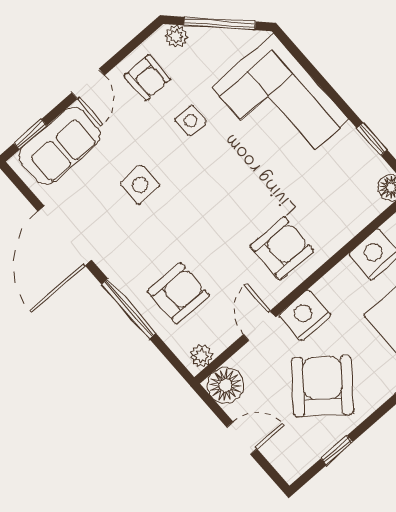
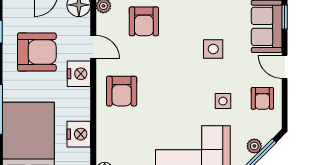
plant: (176, 36) -> (254, 146), moved
armchair: (147, 78) -> (262, 98), turned -90
armchair: (322, 386) -> (37, 52), turned -39

